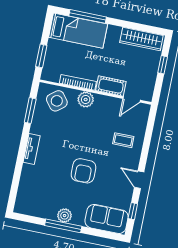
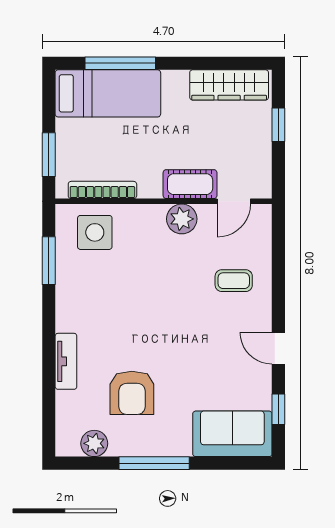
bookcase: (78, 82) -> (102, 190), moved
plant: (86, 99) -> (182, 219), moved
side table: (57, 101) -> (95, 232), turned 38
tv unit: (32, 149) -> (66, 361), moved
armchair: (83, 171) -> (132, 393), moved
plant: (65, 216) -> (94, 443), moved

